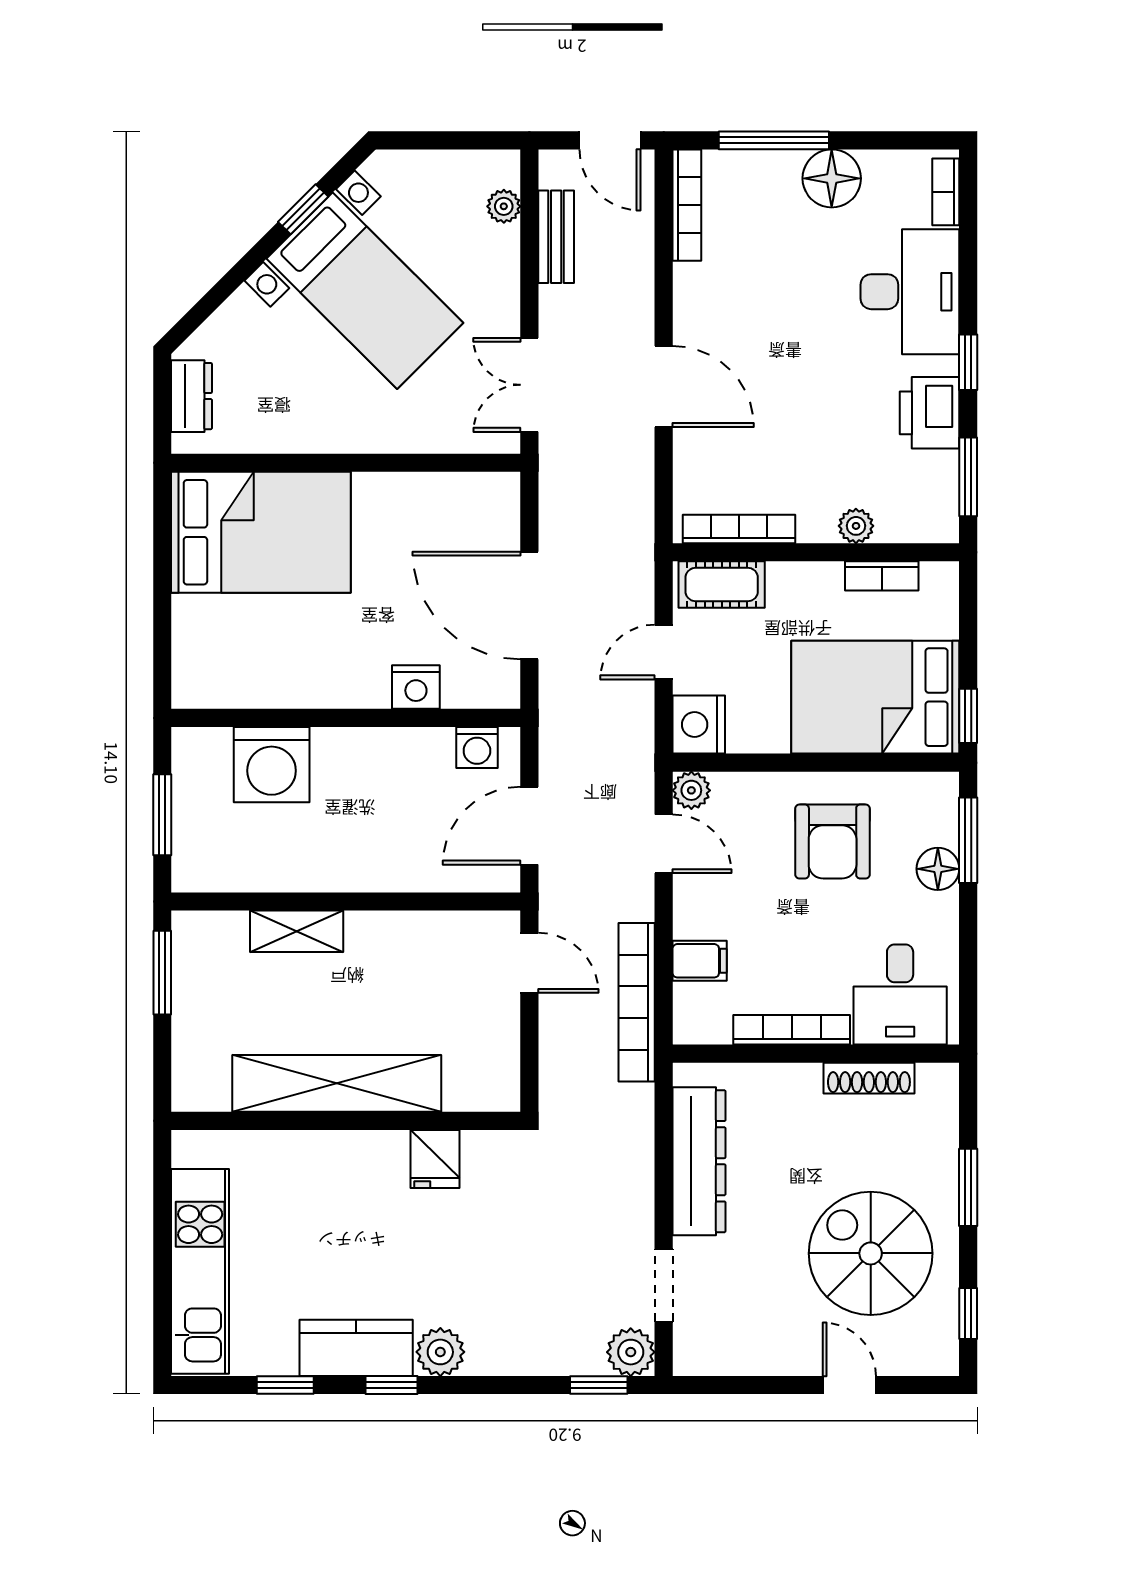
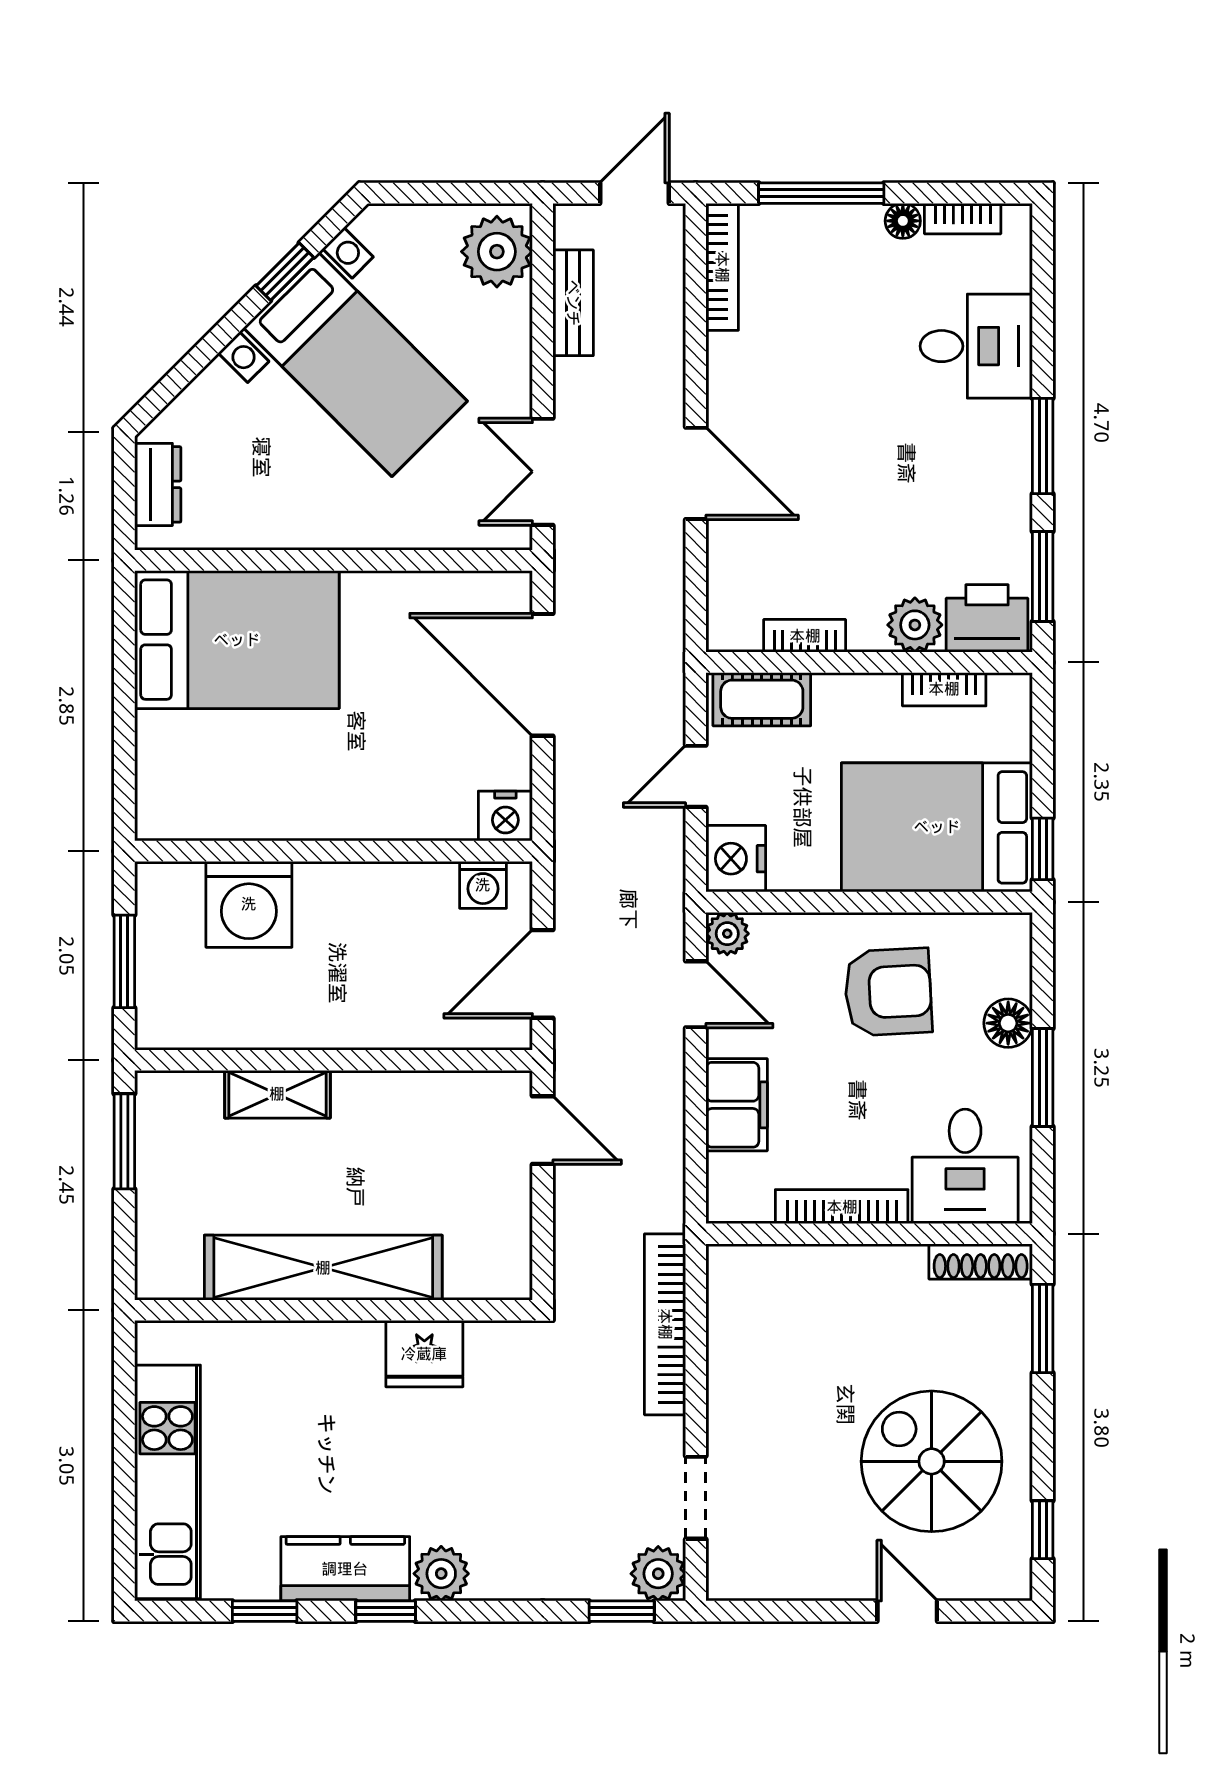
door: (610, 140) -> (635, 193), swing flipped
floor lamp: (832, 178) -> (903, 221), width x0.53, depth x0.53
bookcase: (946, 192) -> (963, 219), moved, turned -90
plant: (504, 206) -> (497, 252), width x1.87, depth x1.87
desk: (910, 292) -> (976, 346), width x0.73
window: (968, 362) -> (1043, 446), width x1.50
printer: (930, 413) -> (987, 618), moved, turned 90
plant: (856, 526) -> (915, 625), width x1.38, depth x1.38
bookcase: (739, 529) -> (805, 636), width x0.64
door: (529, 606) -> (543, 675), moved
nightstand: (416, 687) -> (505, 816), moved
window: (968, 840) -> (1043, 1078), moved
armchair: (833, 841) -> (888, 992), turned -93
filing cabinet: (700, 961) -> (737, 1105), width x2.00
bookcase: (637, 1002) -> (665, 1324), moved
shoe rack: (869, 1078) -> (981, 1262), moved
fridge: (435, 1159) -> (424, 1354), width x1.38
dresser: (699, 1161) -> (736, 1356), removed
window: (968, 1187) -> (1043, 1328), moved

